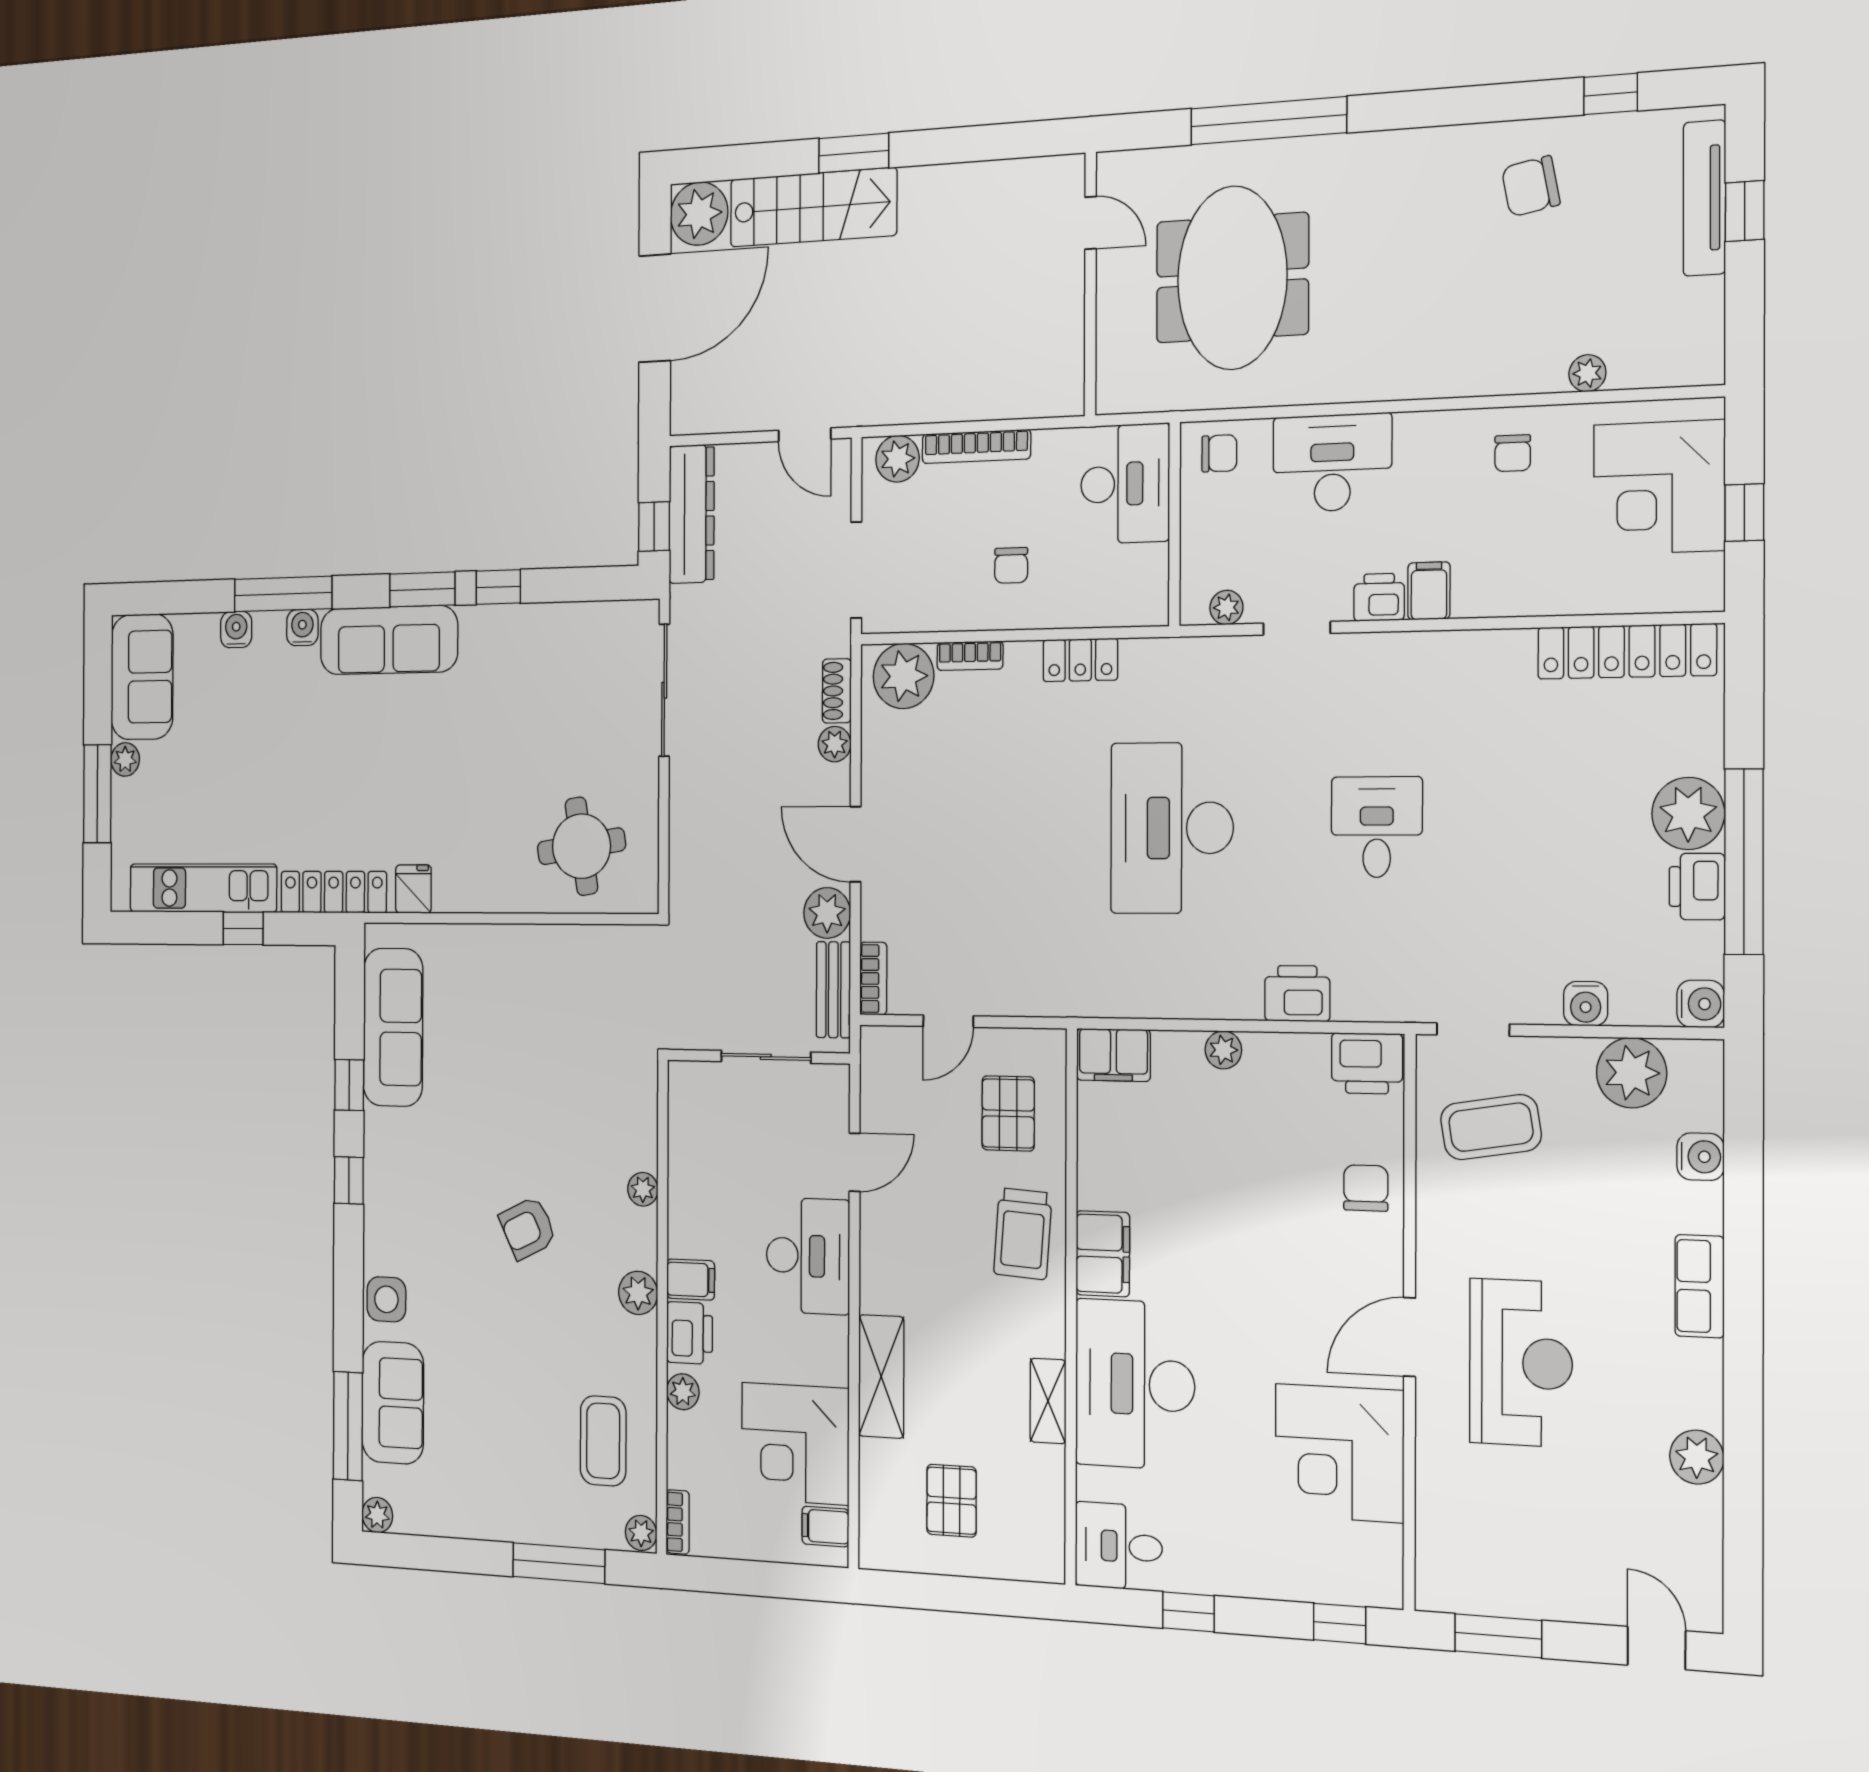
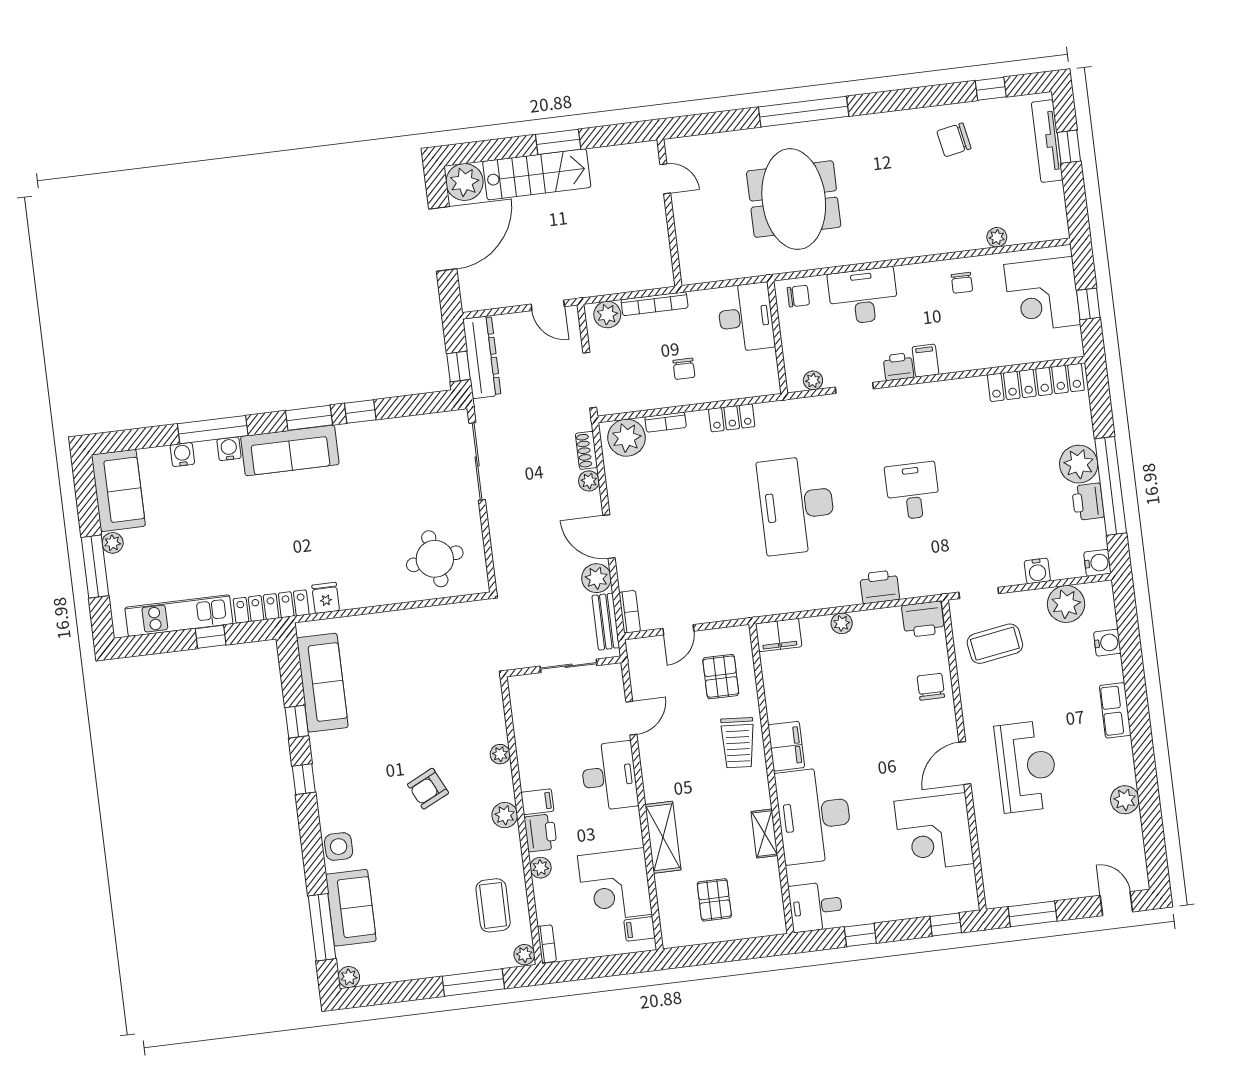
door: (1091, 223) -> (665, 179), moved
wall: (1090, 284) -> (669, 213), moved

